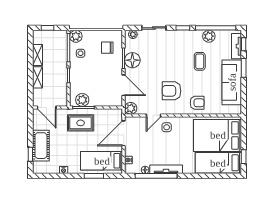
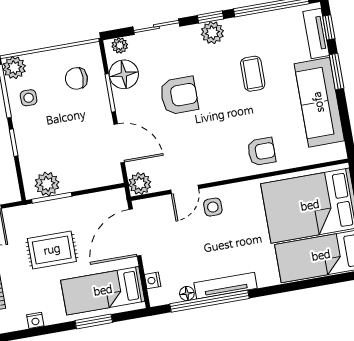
plant: (209, 36) -> (212, 33), moved
floor lamp: (132, 60) -> (124, 74), moved
armchair: (172, 91) -> (179, 96), moved, turned 180
rug: (81, 123) -> (52, 250), moved

